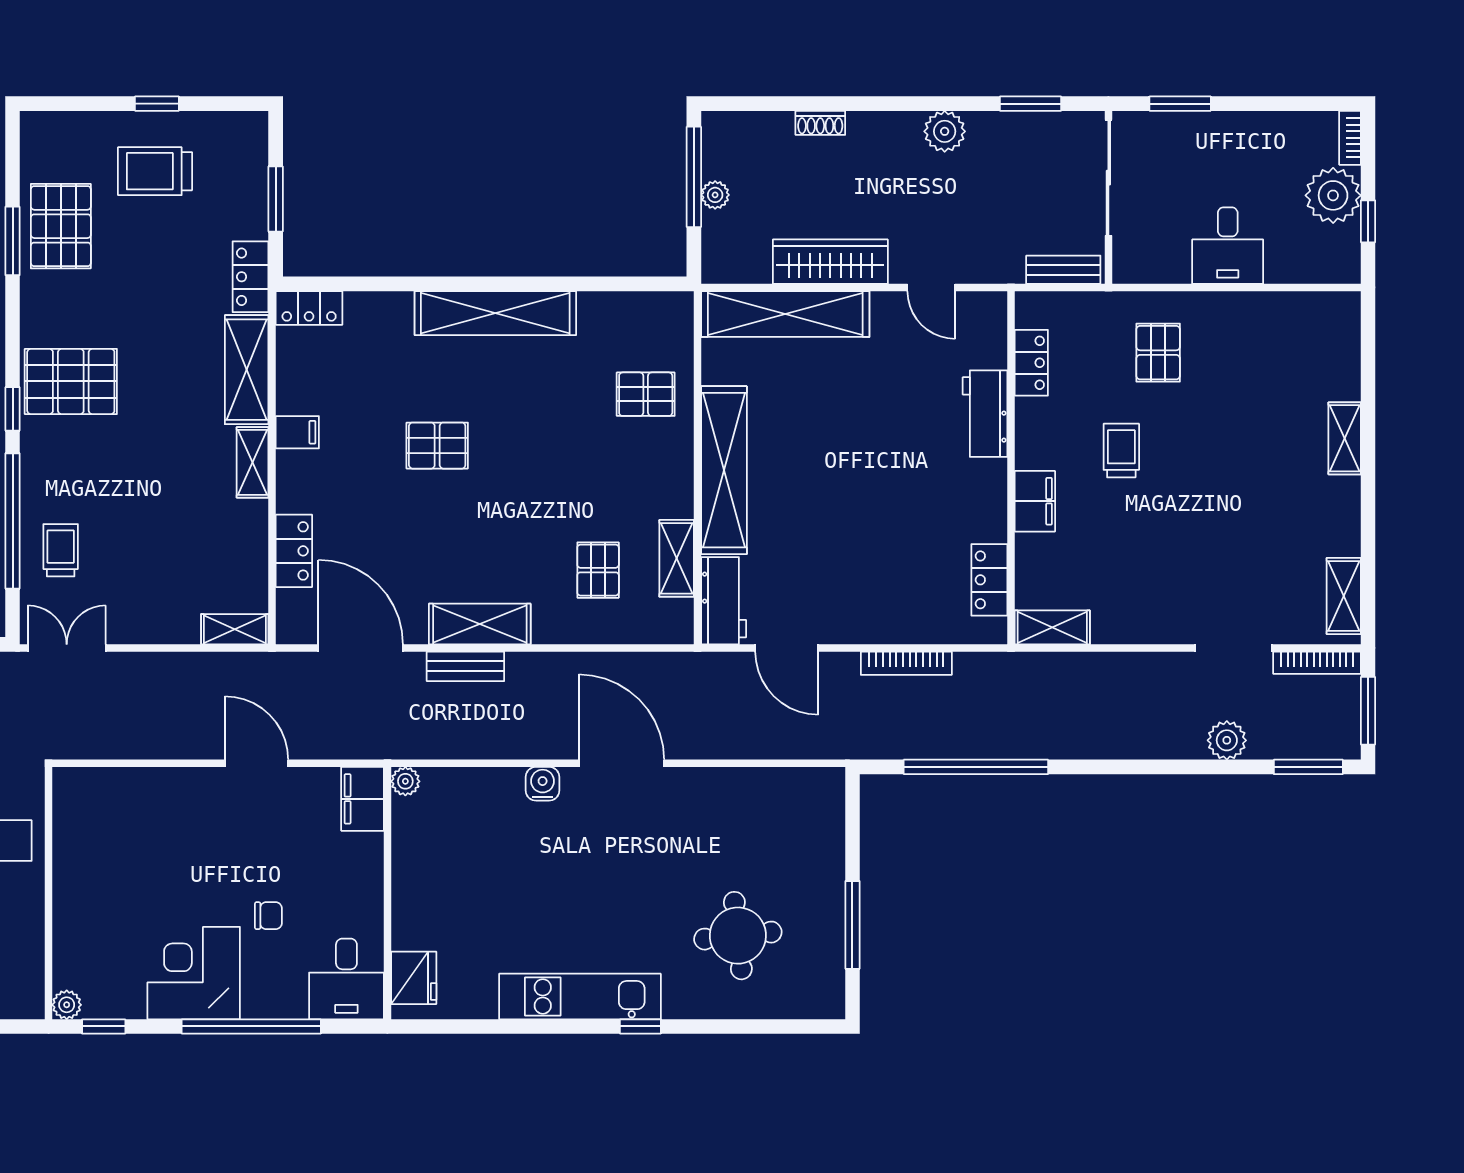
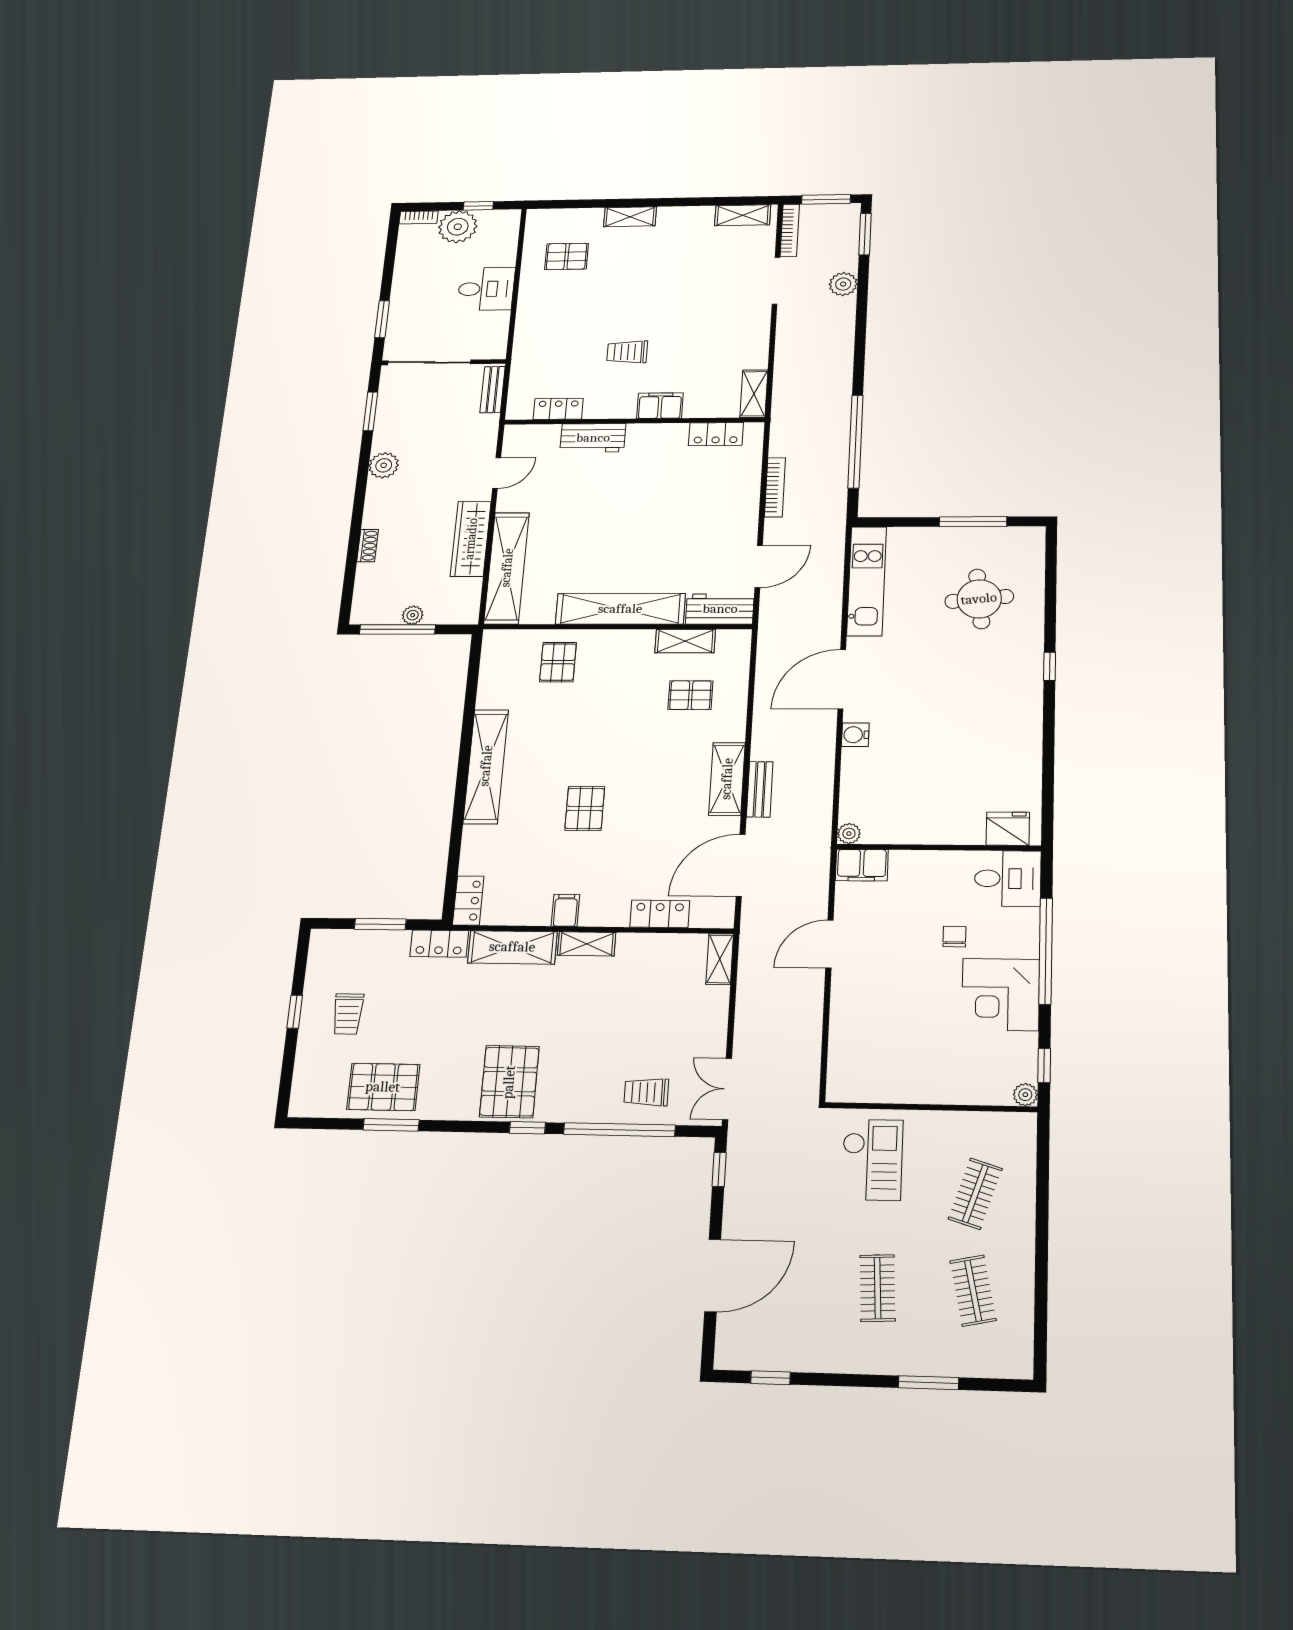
trolley: (155, 171) -> (348, 1014), width x0.73, depth x0.72
pallet: (1158, 353) -> (567, 256), moved
kitchen unit: (580, 996) -> (867, 581), moved, turned 180

